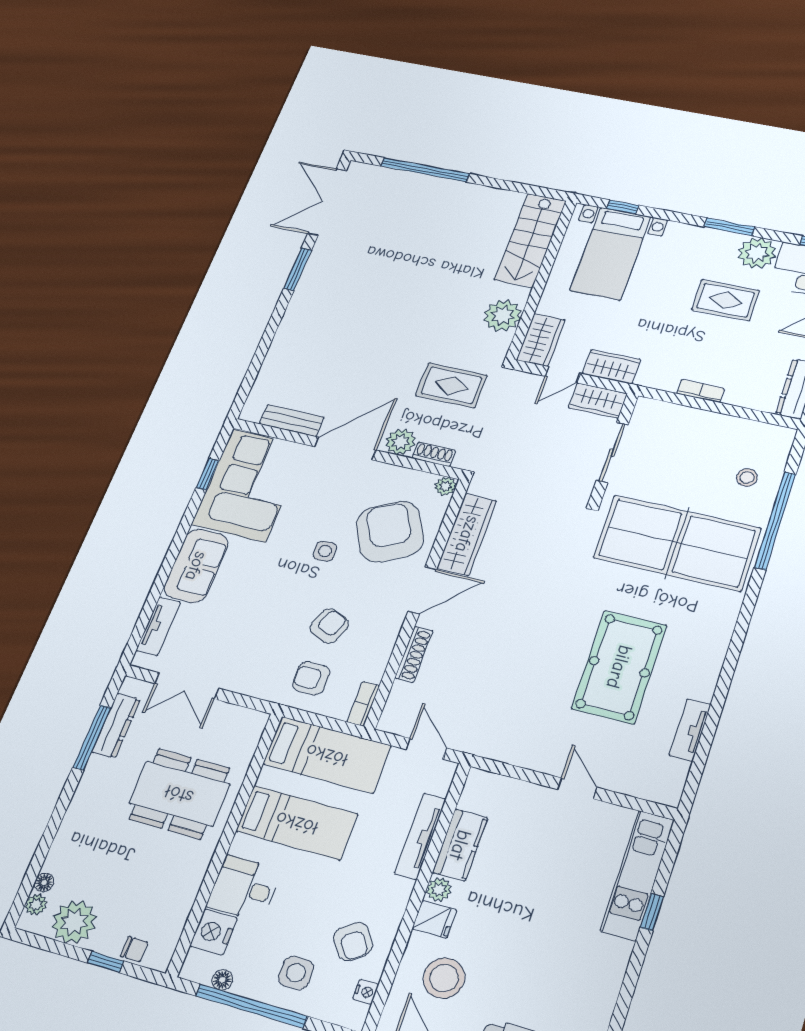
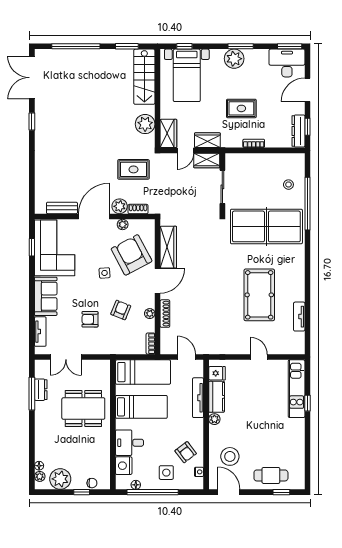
window: (517, 187) -> (127, 46), added
plant: (757, 253) -> (234, 59), moved
window: (298, 269) -> (32, 121), width x0.67
rug: (725, 300) -> (241, 108), moved
plant: (445, 486) -> (123, 224), moved
plant: (384, 647) -> (150, 314), added
armchair: (311, 678) -> (90, 319), moved
dresser: (116, 726) -> (41, 390), width x0.70
fridge: (434, 919) -> (217, 373), moved

